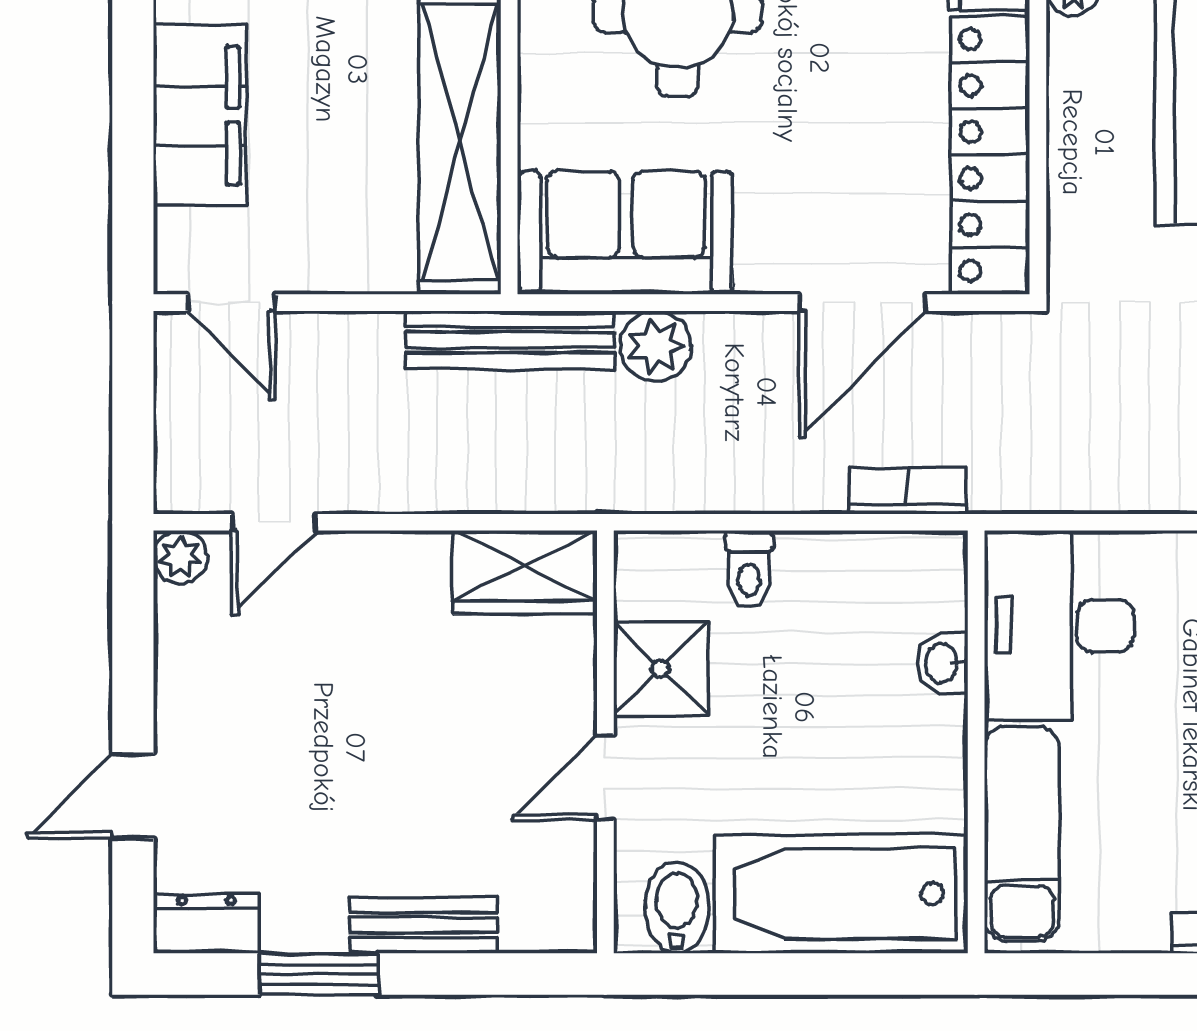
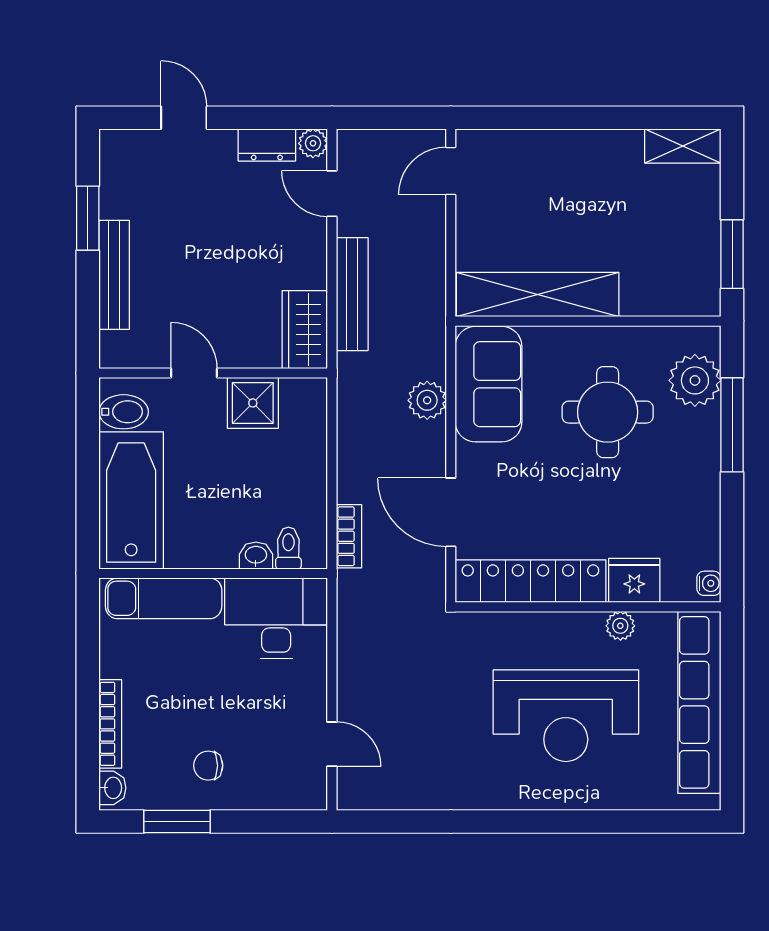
filing cabinet: (200, 115) -> (552, 154), removed
bench: (510, 340) -> (352, 294), moved
toilet: (749, 569) -> (288, 548), moved, turned 90
dresser: (206, 924) -> (267, 145), moved, turned 90
bench: (424, 925) -> (114, 275), width x1.36

